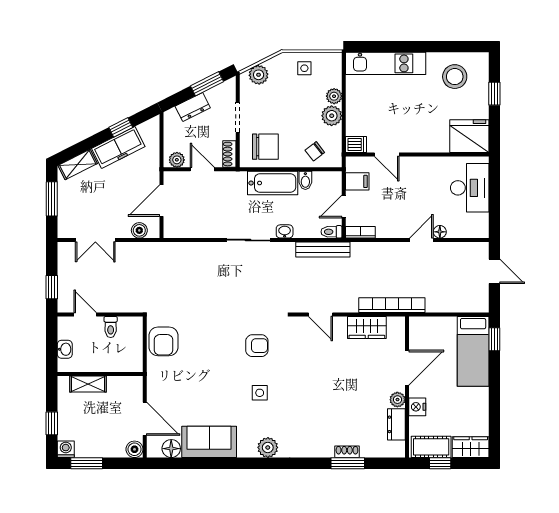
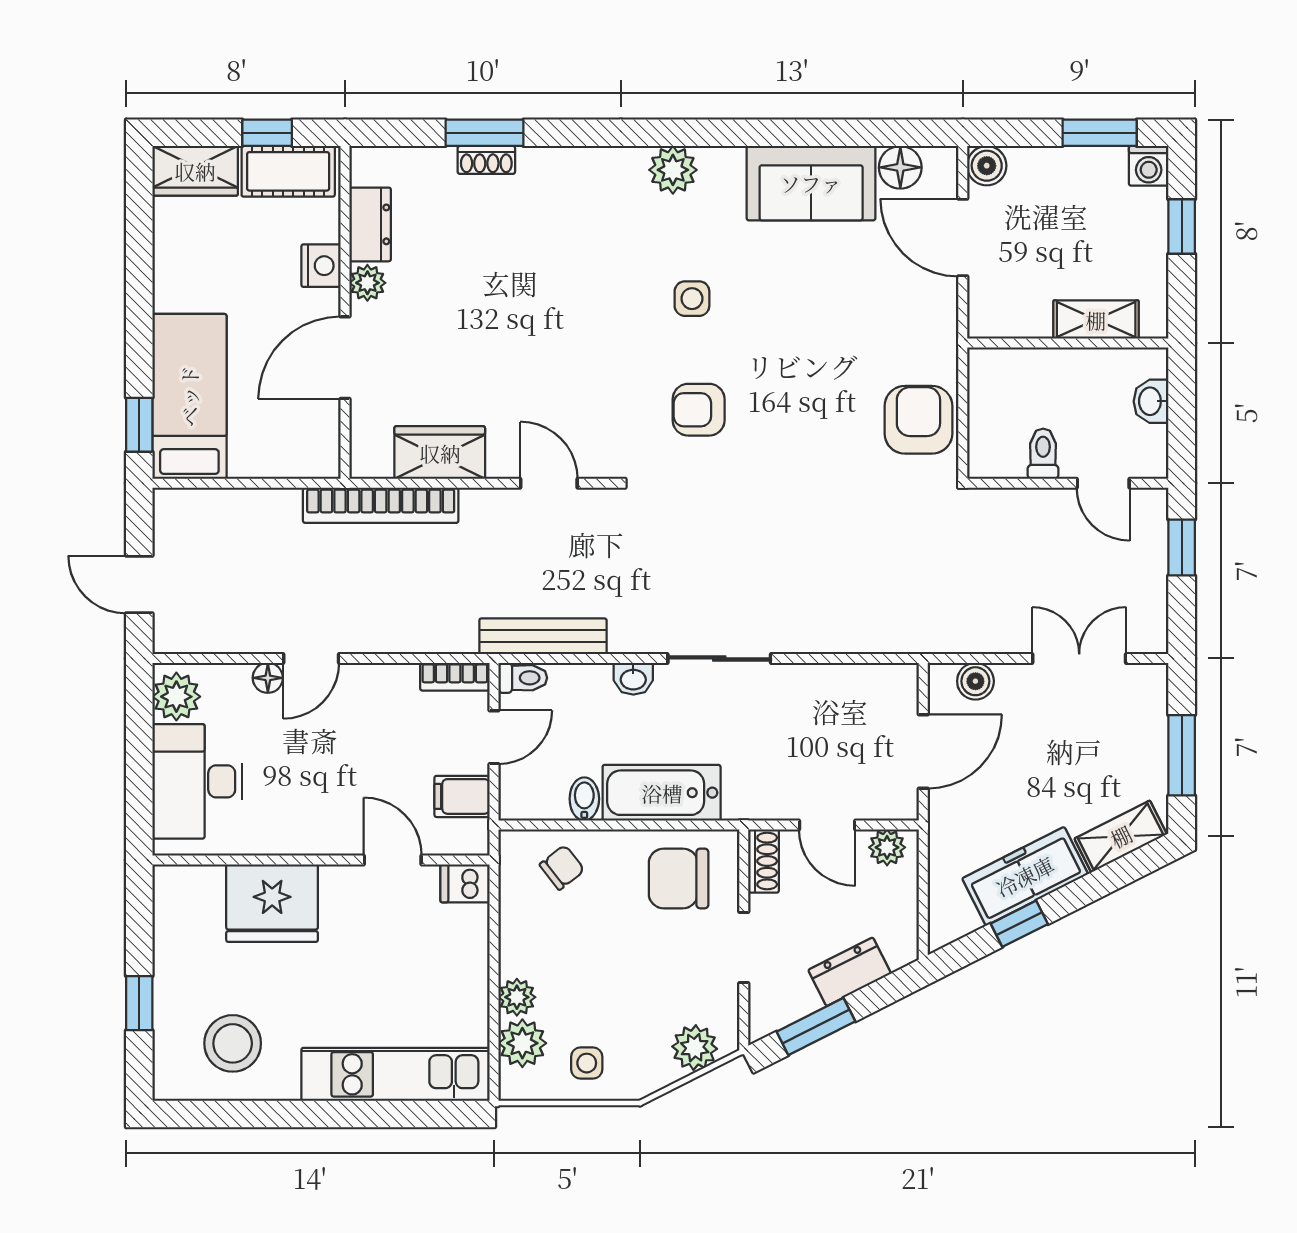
plant: (332, 116) -> (522, 1043), moved
fridge: (469, 136) -> (272, 903), moved
plant: (479, 224) -> (176, 697), added

